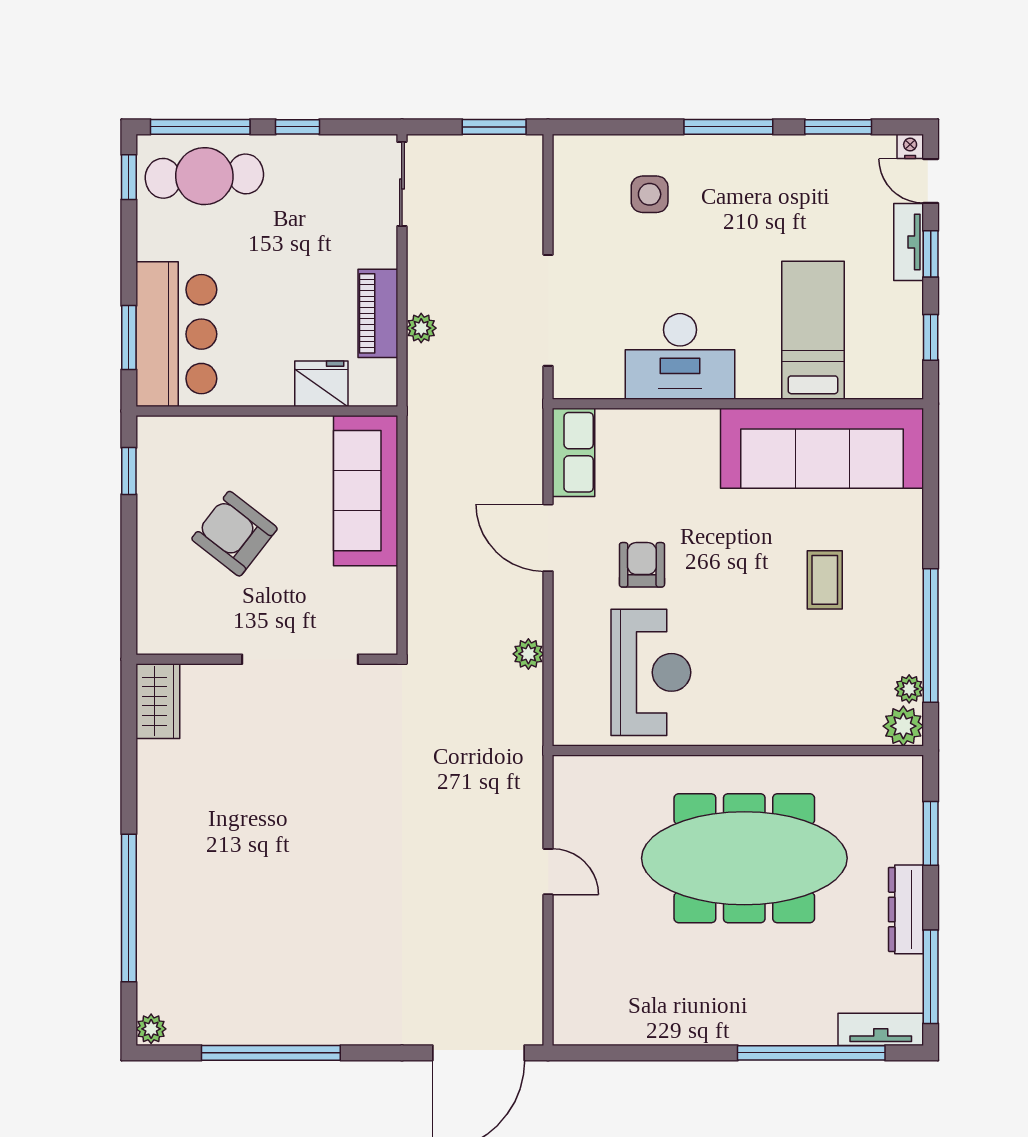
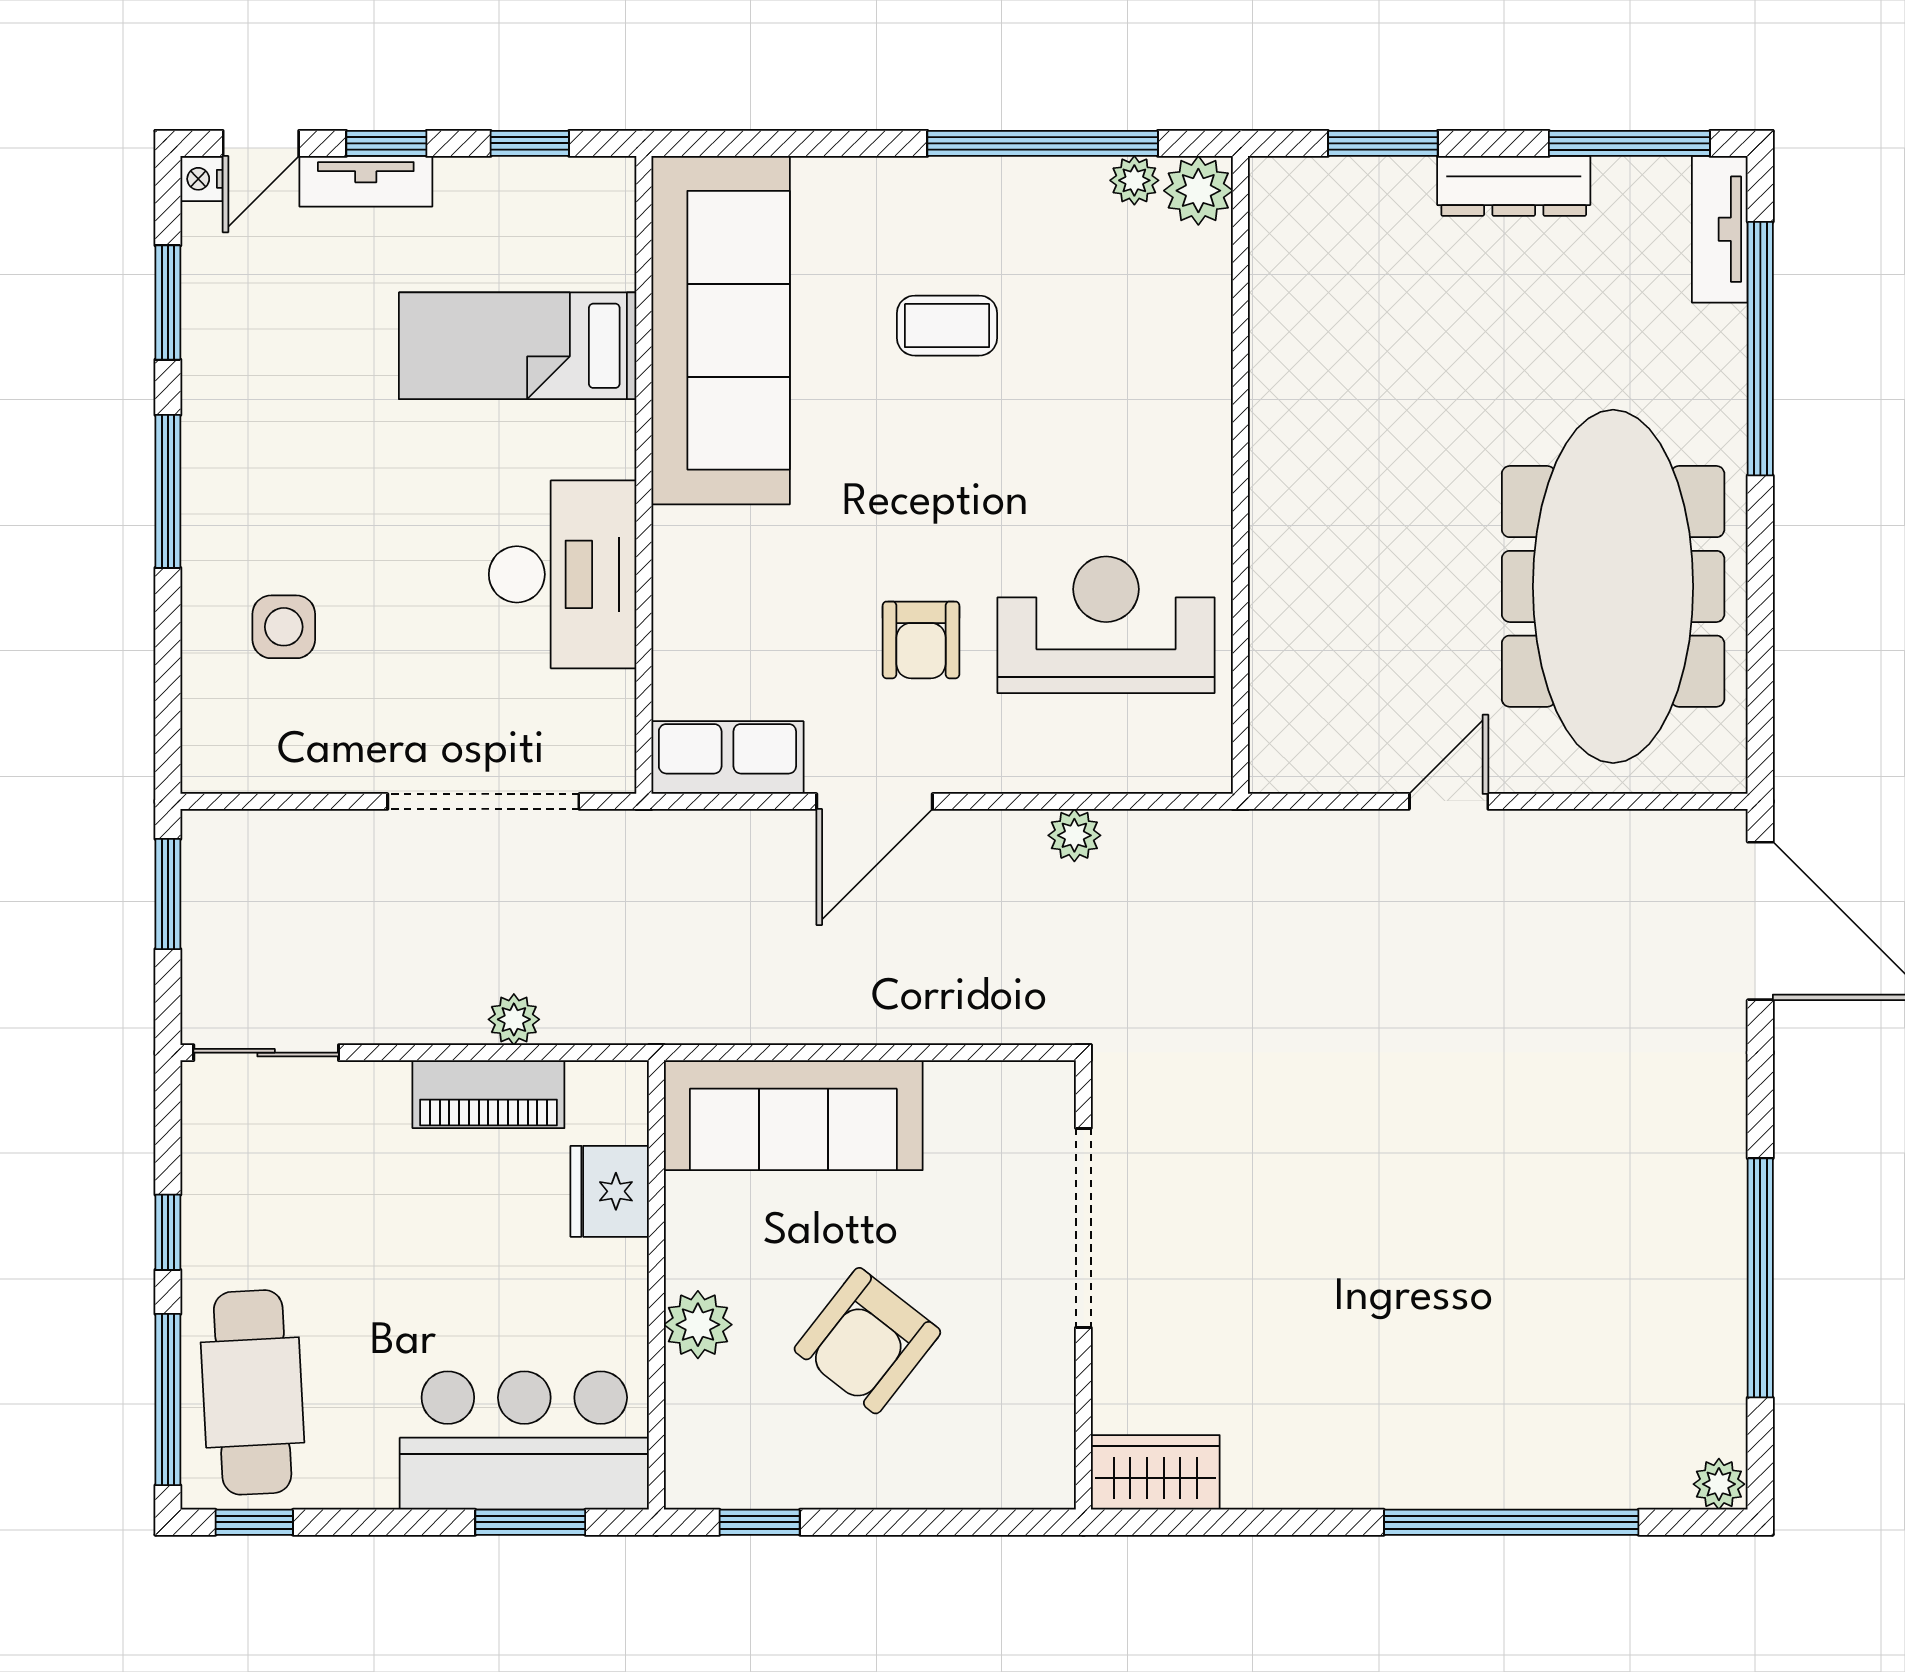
plant: (244, 435) -> (698, 1325), added
armchair: (642, 565) -> (921, 640), turned -90
meeting table: (744, 858) -> (1613, 586), moved

